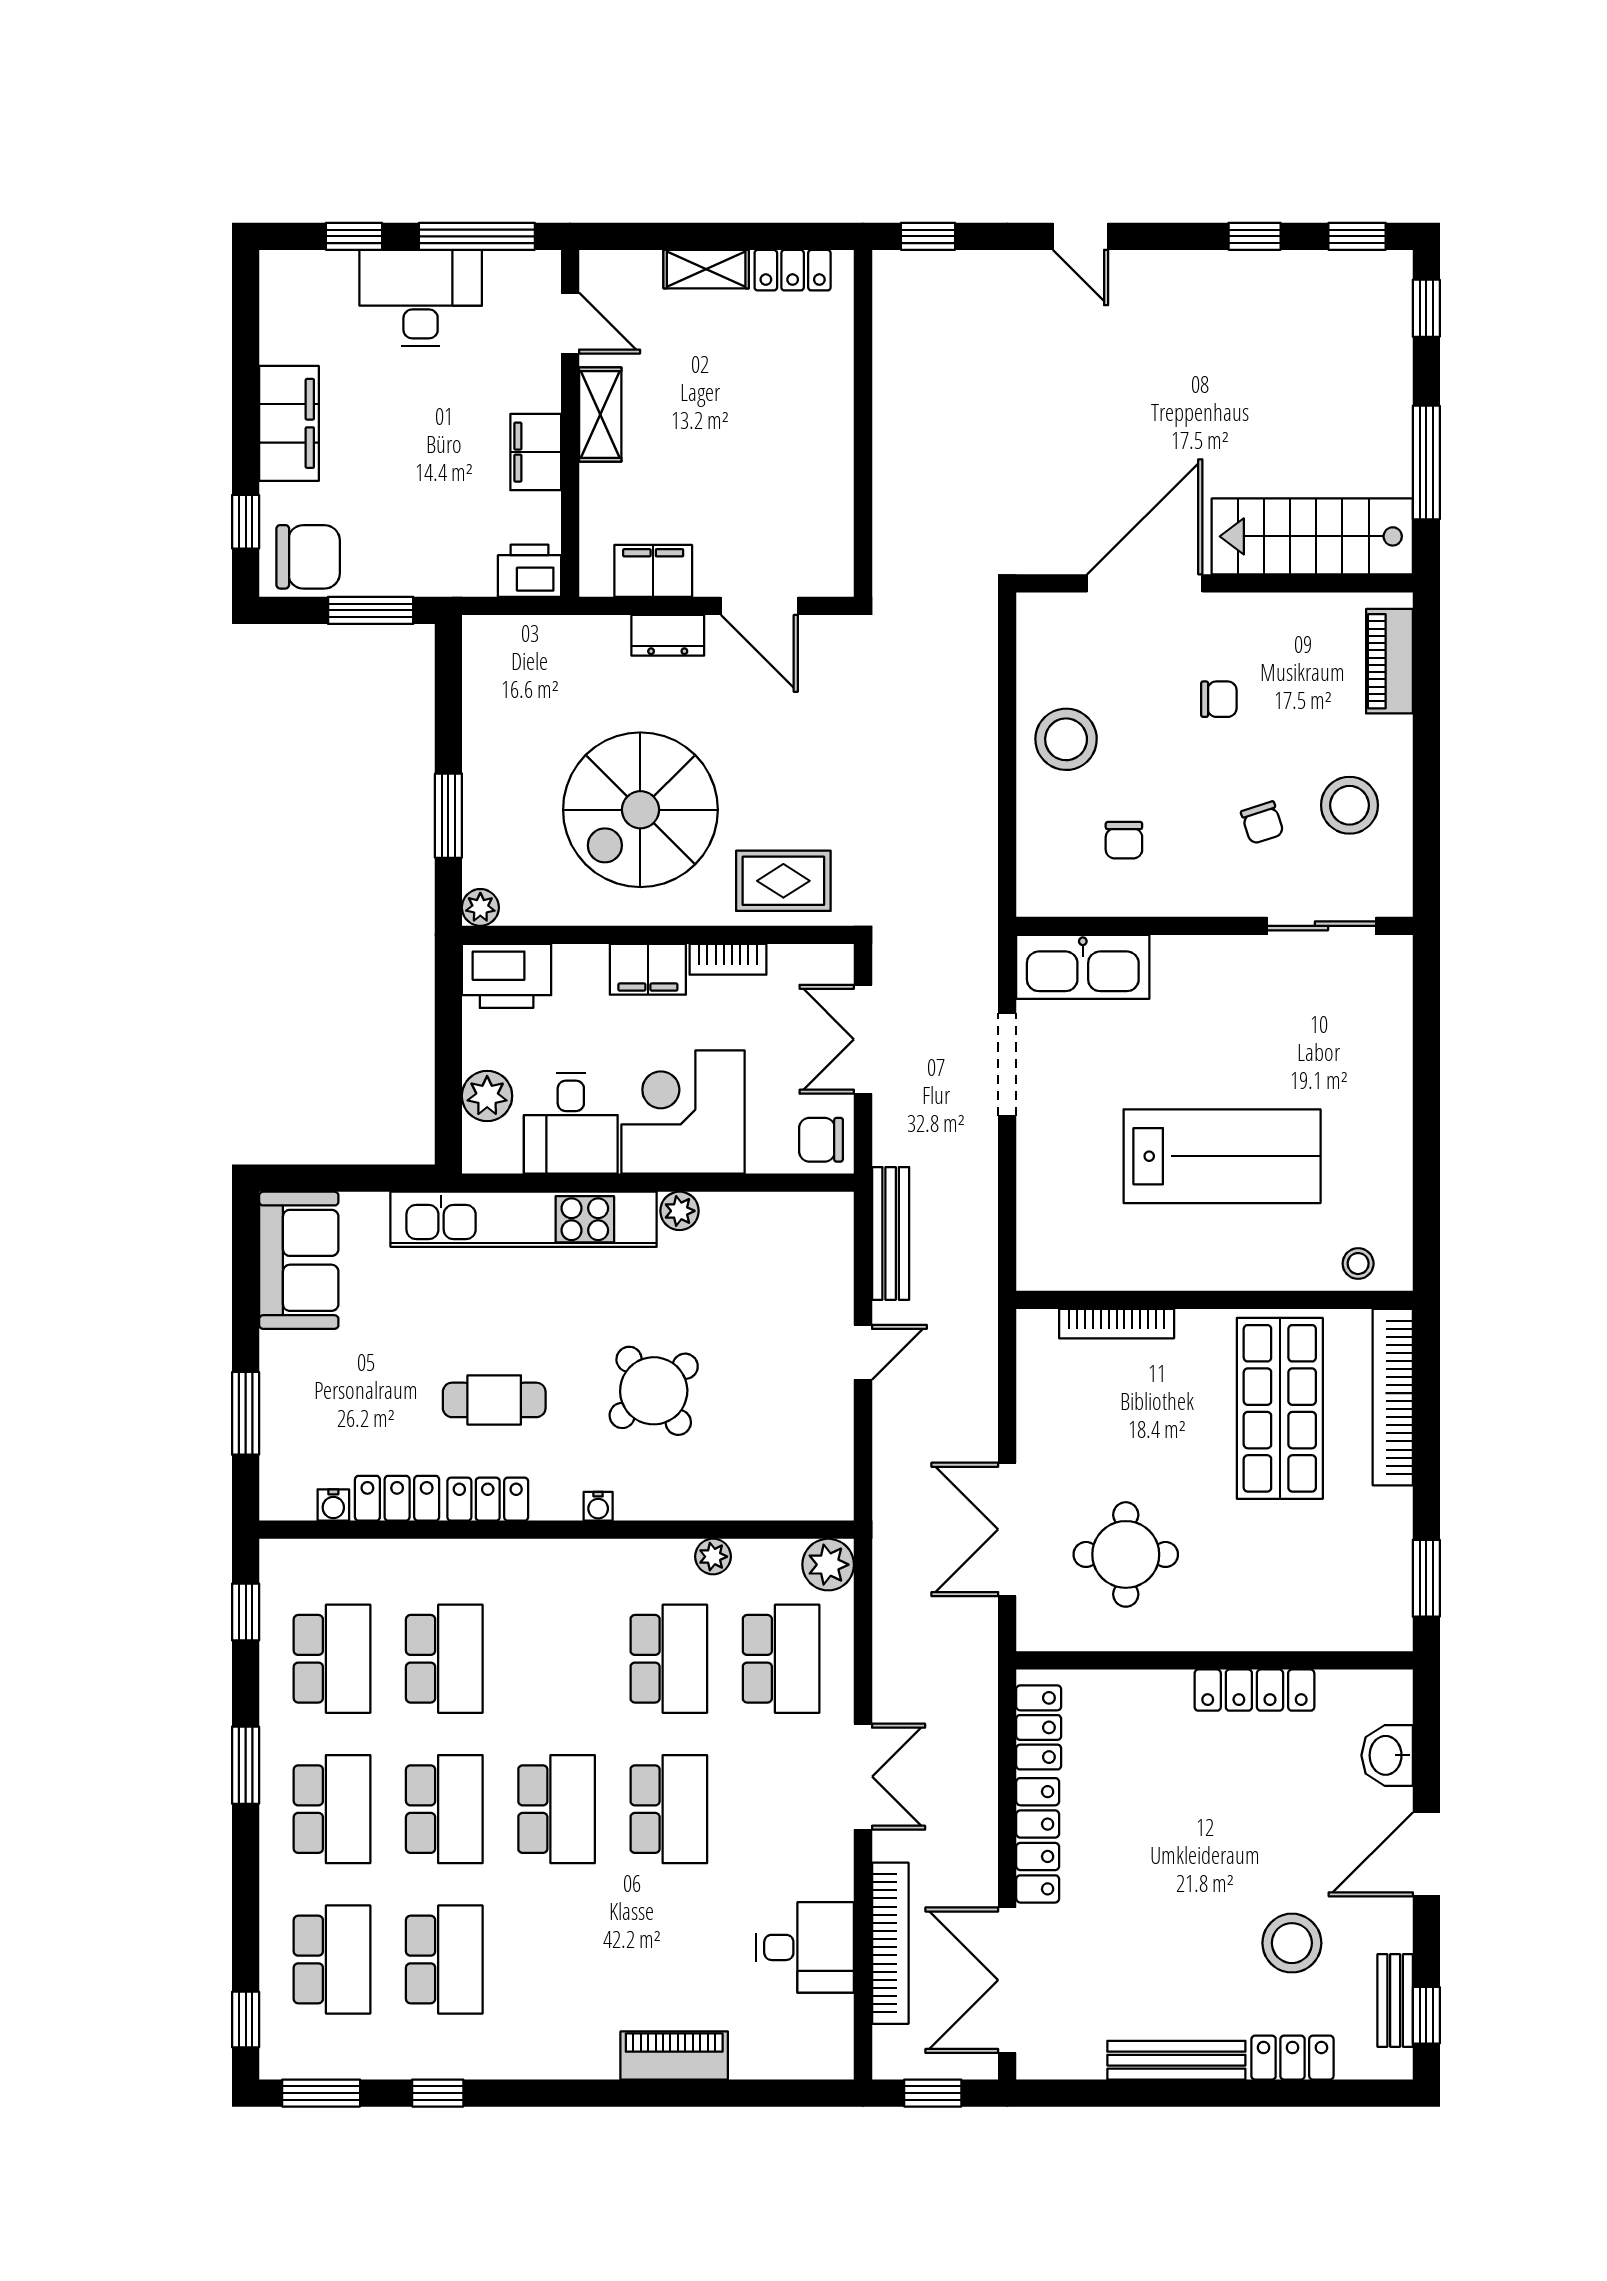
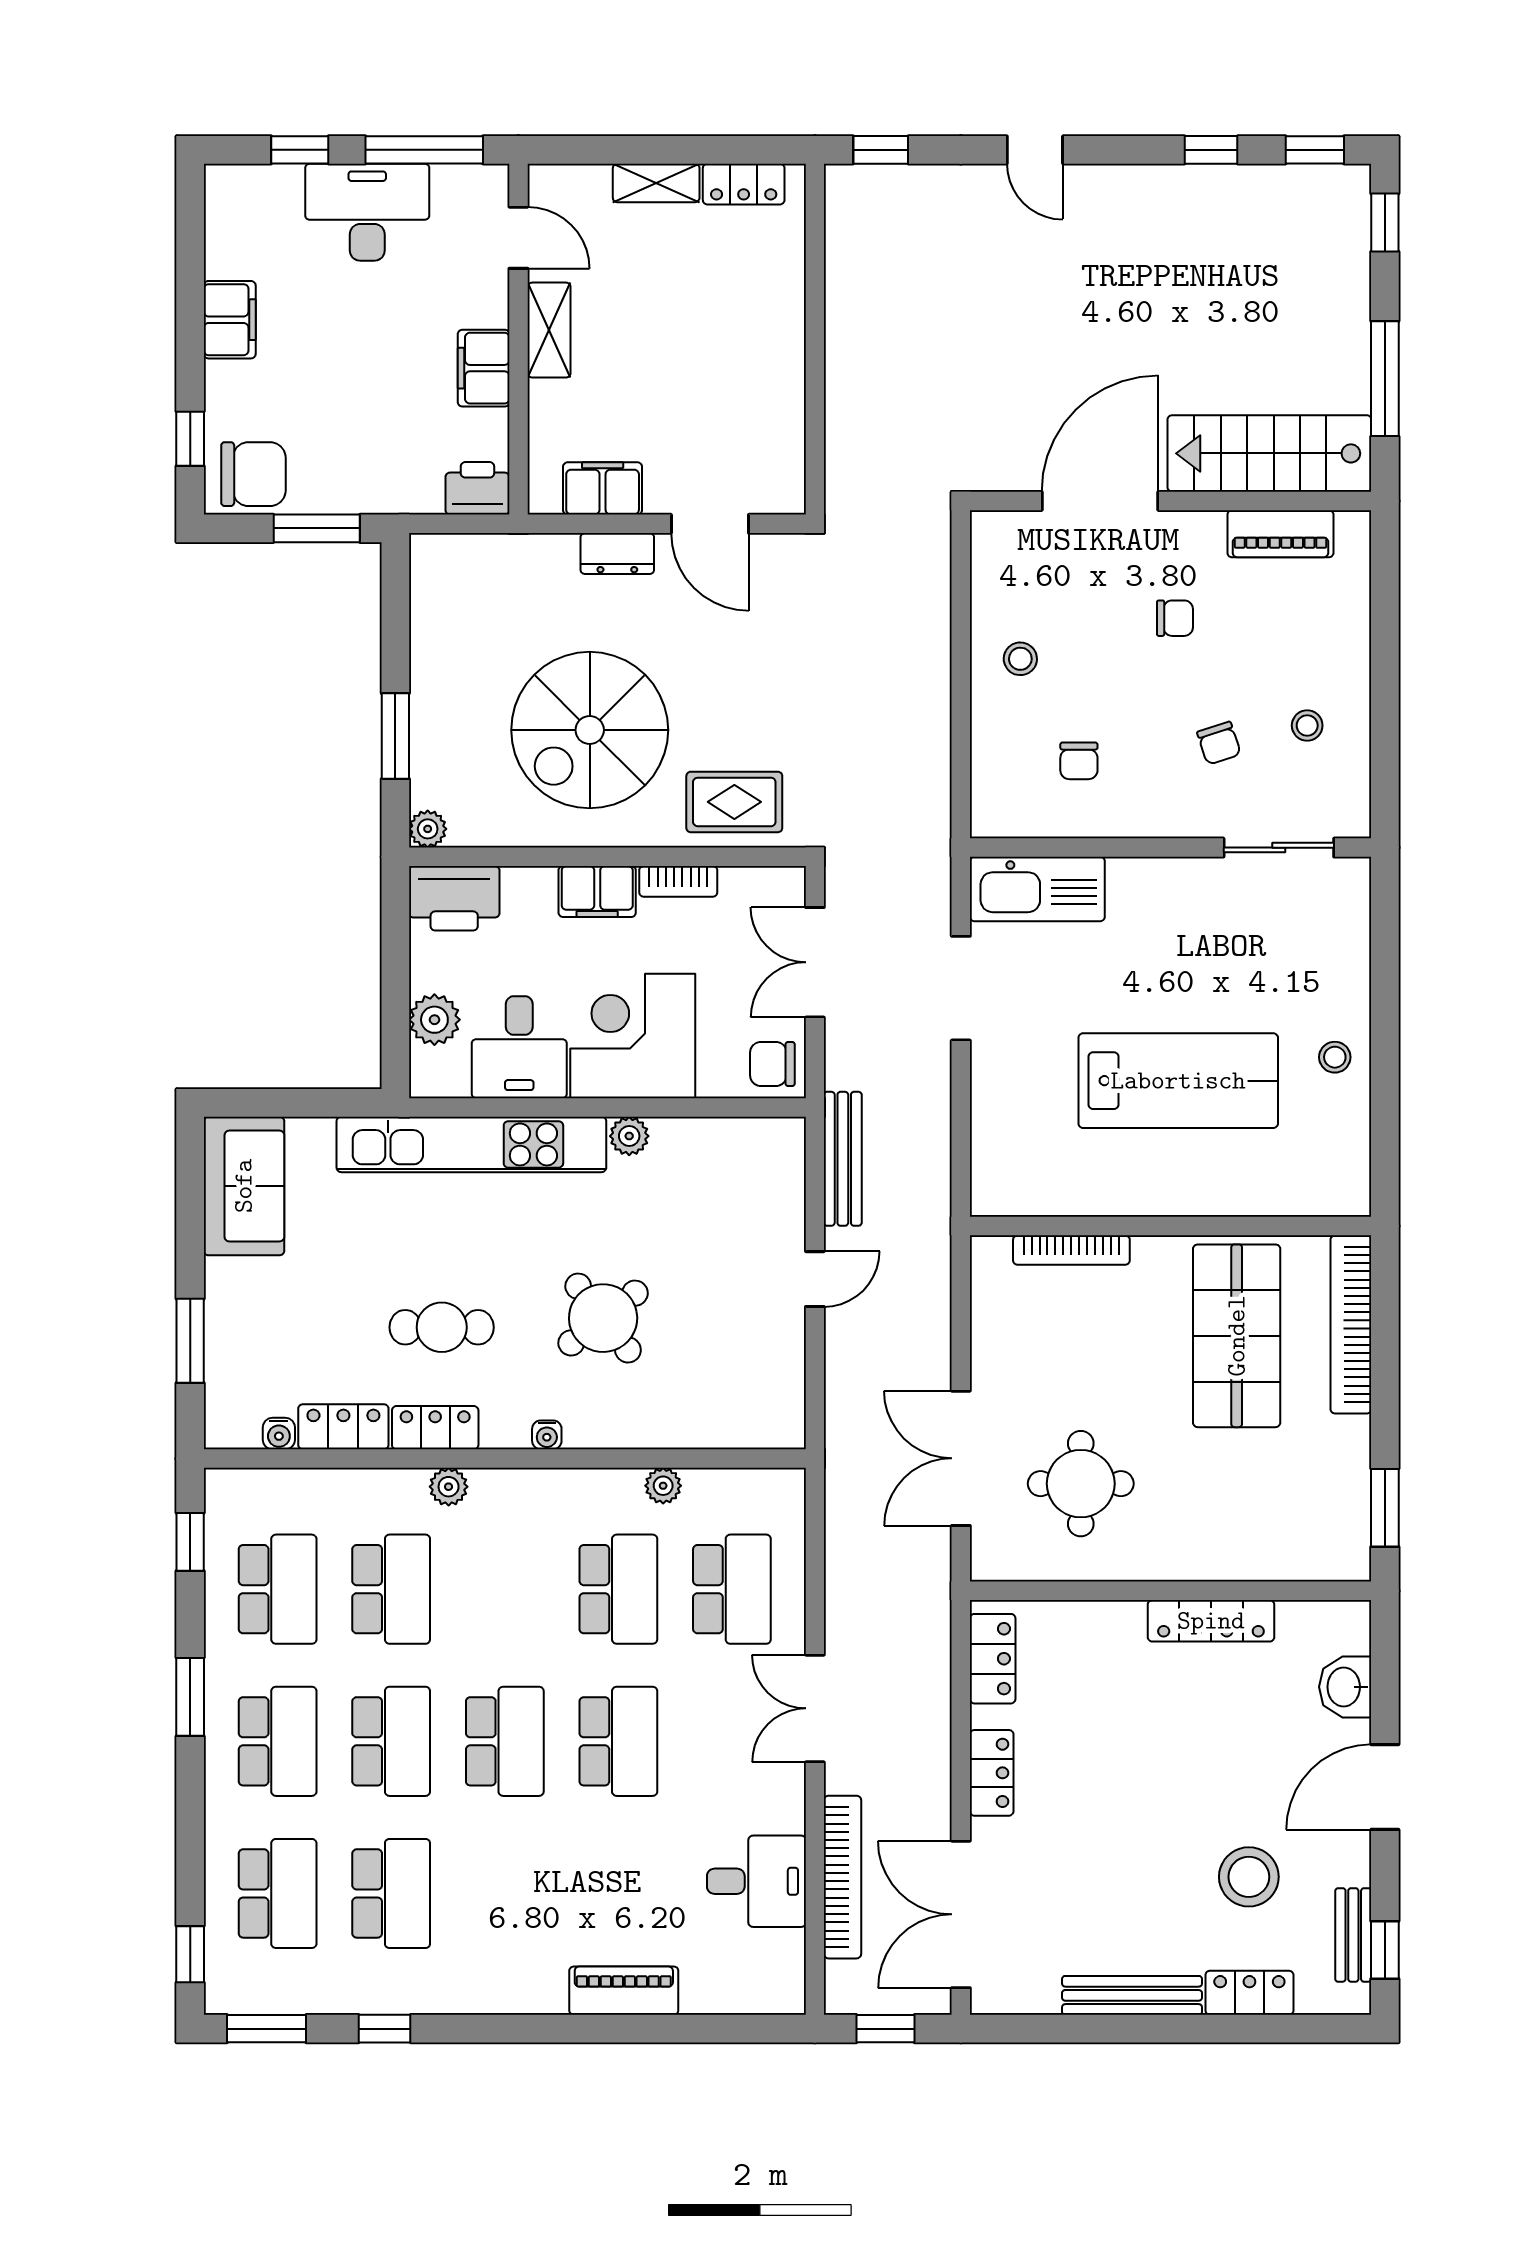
filing cabinet: (289, 423) -> (230, 320), width x0.67, depth x0.86
piano: (1389, 661) -> (1280, 534), moved, turned -90
stool: (1066, 739) -> (1020, 659), width x0.53, depth x0.53
stool: (1349, 805) -> (1307, 726), width x0.53, depth x0.53
stool: (1358, 1264) -> (1335, 1057), moved
plant: (828, 1565) -> (449, 1487), moved, width x0.73, depth x0.73
double door: (863, 1777) -> (815, 1708), swing flipped
locker: (1038, 1840) -> (992, 1773), width x0.66

